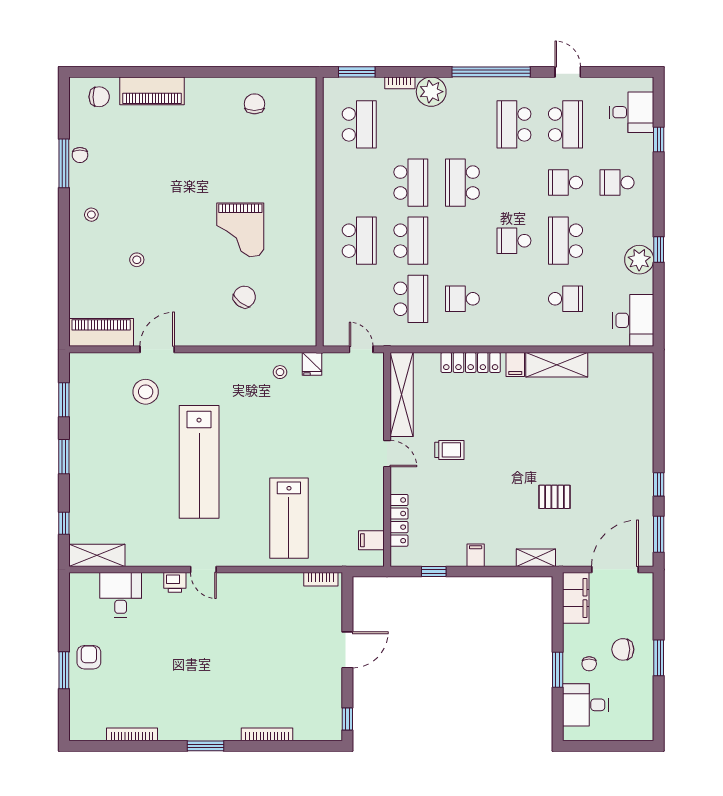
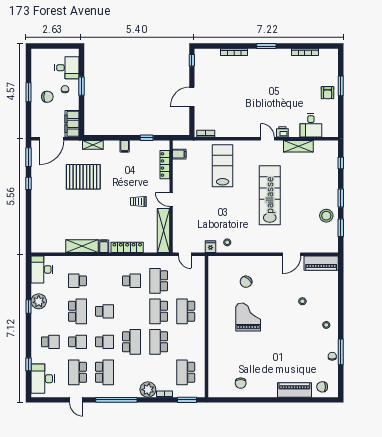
desk: (632, 112) -> (43, 379), width x1.37
school desk: (514, 183) -> (104, 342), added
stool: (146, 392) -> (326, 216), moved
pallet: (554, 497) -> (83, 177), width x2.05, depth x2.00
shelving: (97, 555) -> (298, 146), moved

